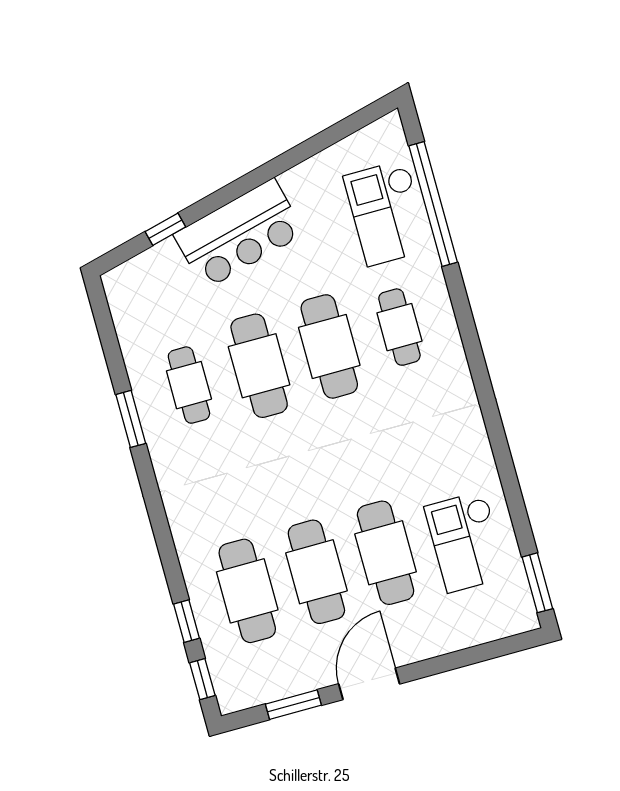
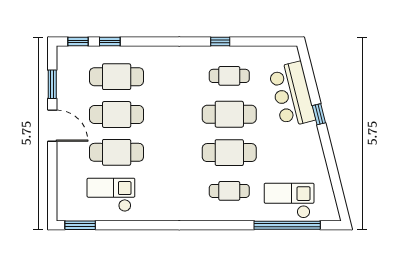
window: (165, 229) -> (319, 114), moved
bar counter: (239, 234) -> (292, 94), moved
window: (131, 419) -> (220, 42), width x0.67

